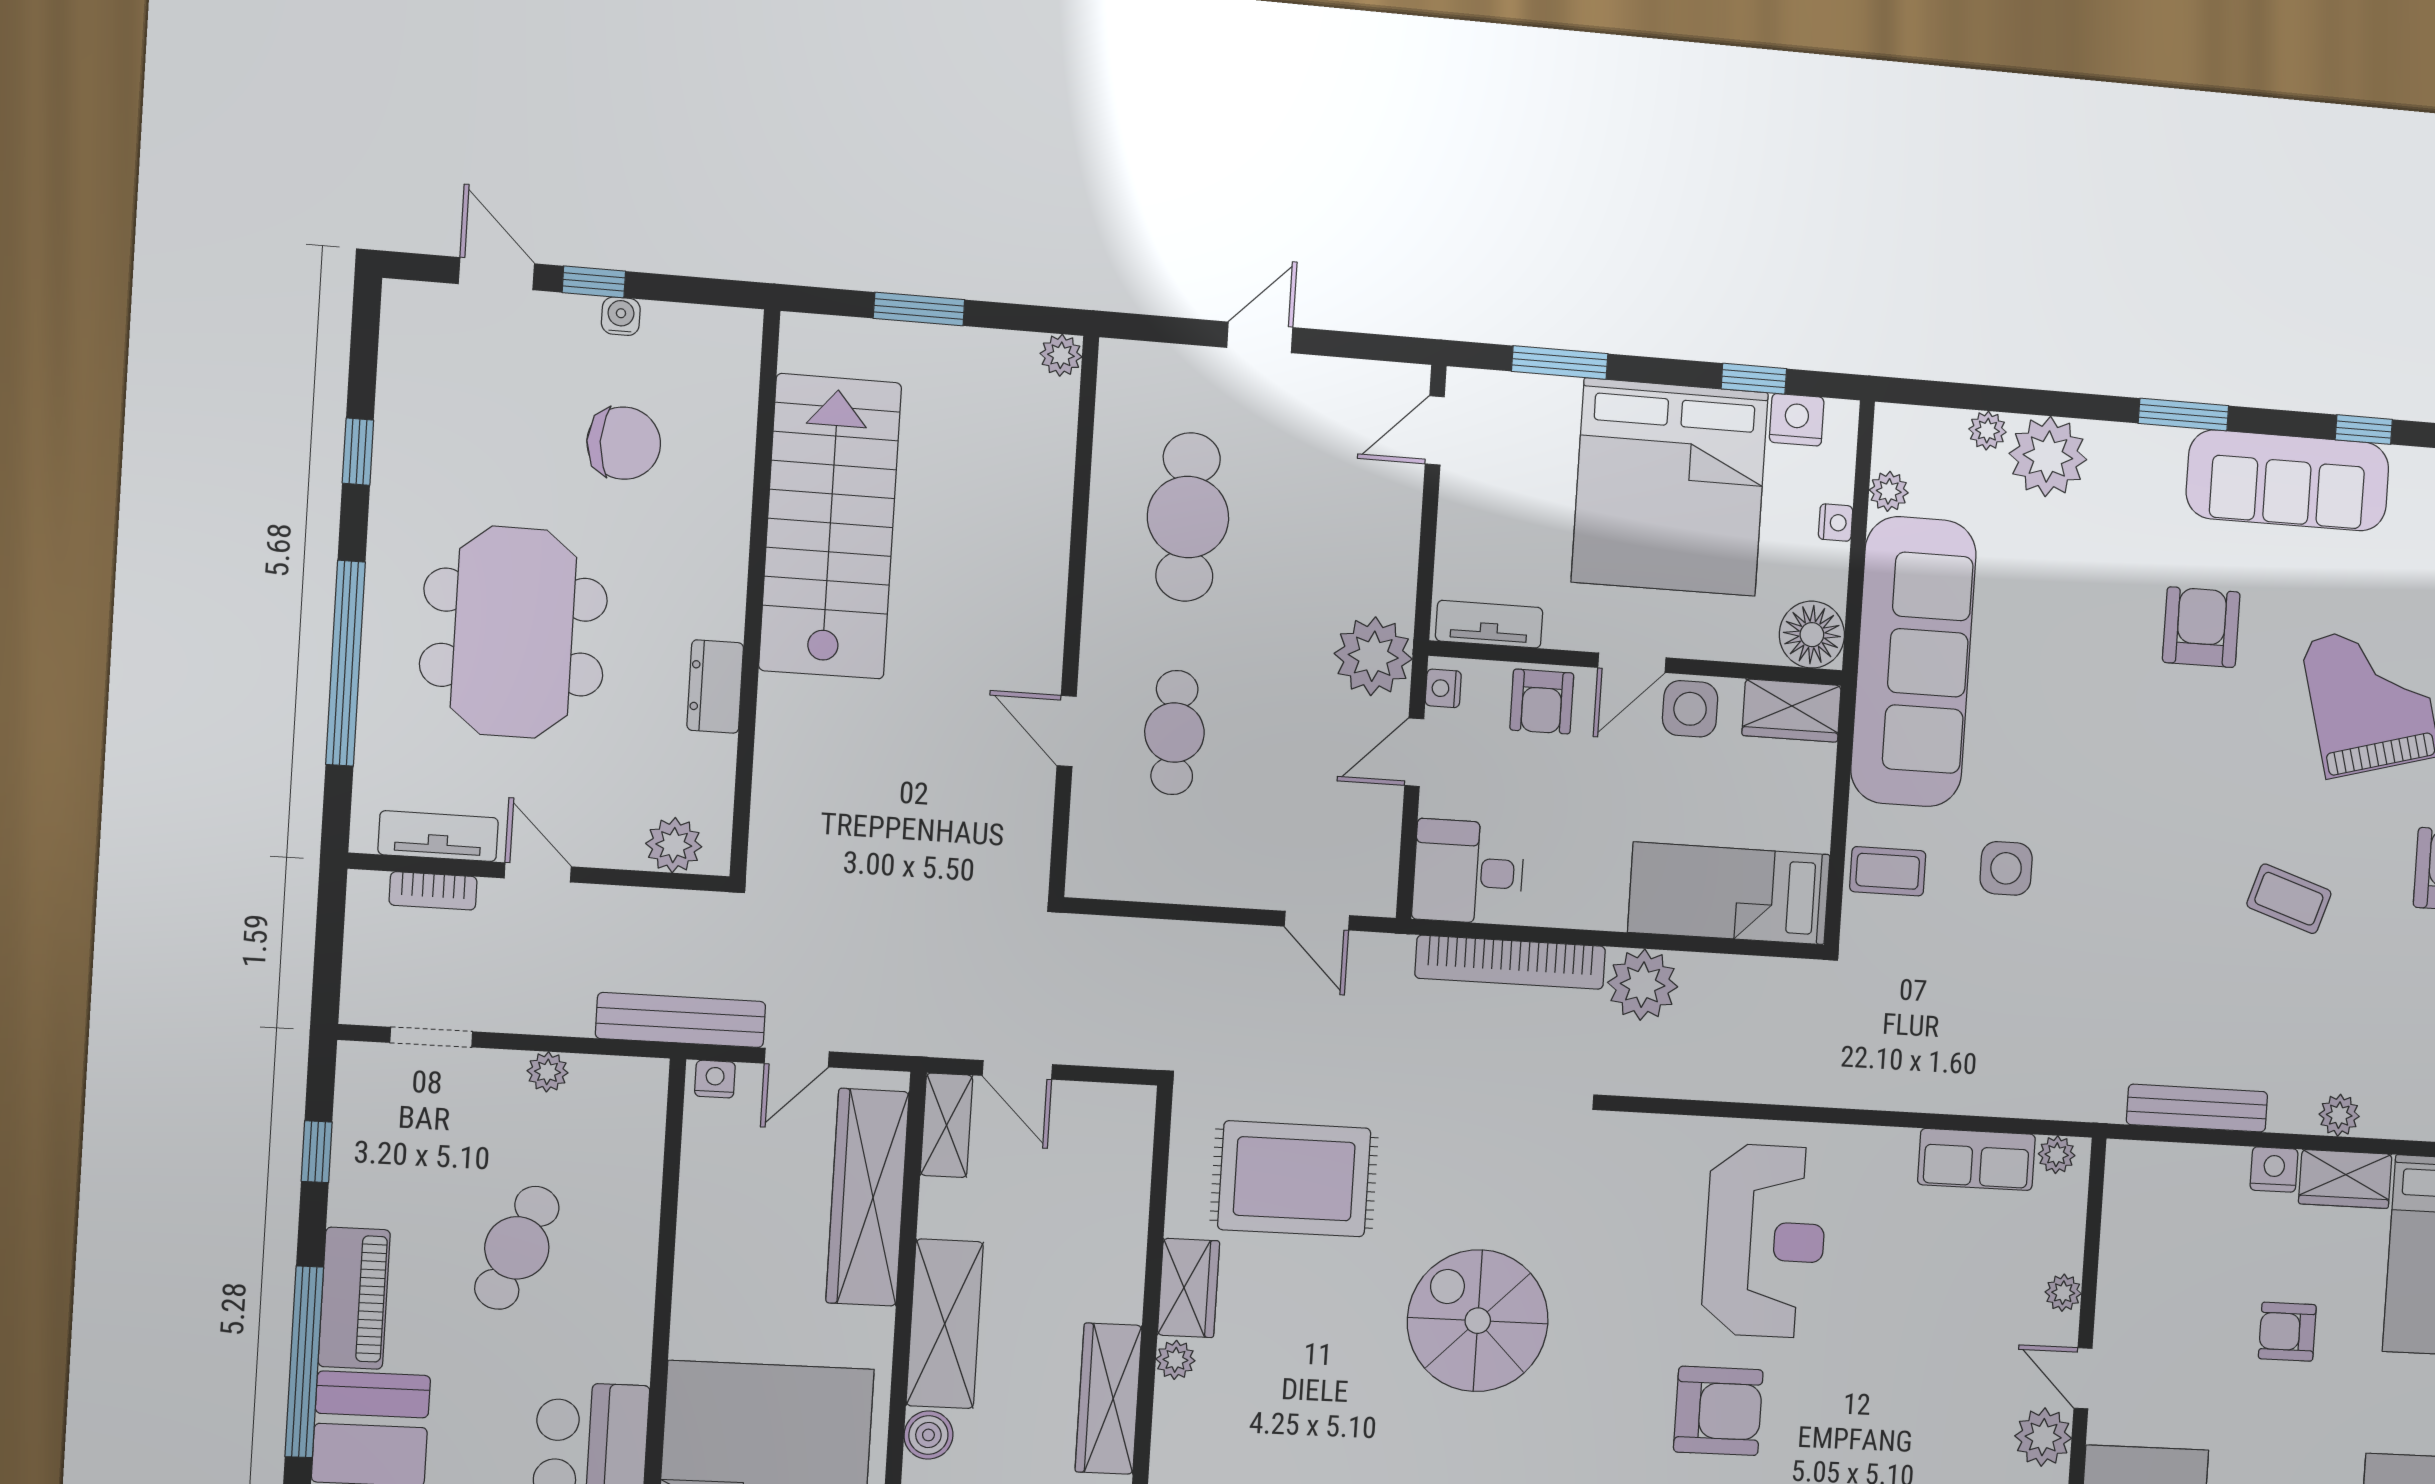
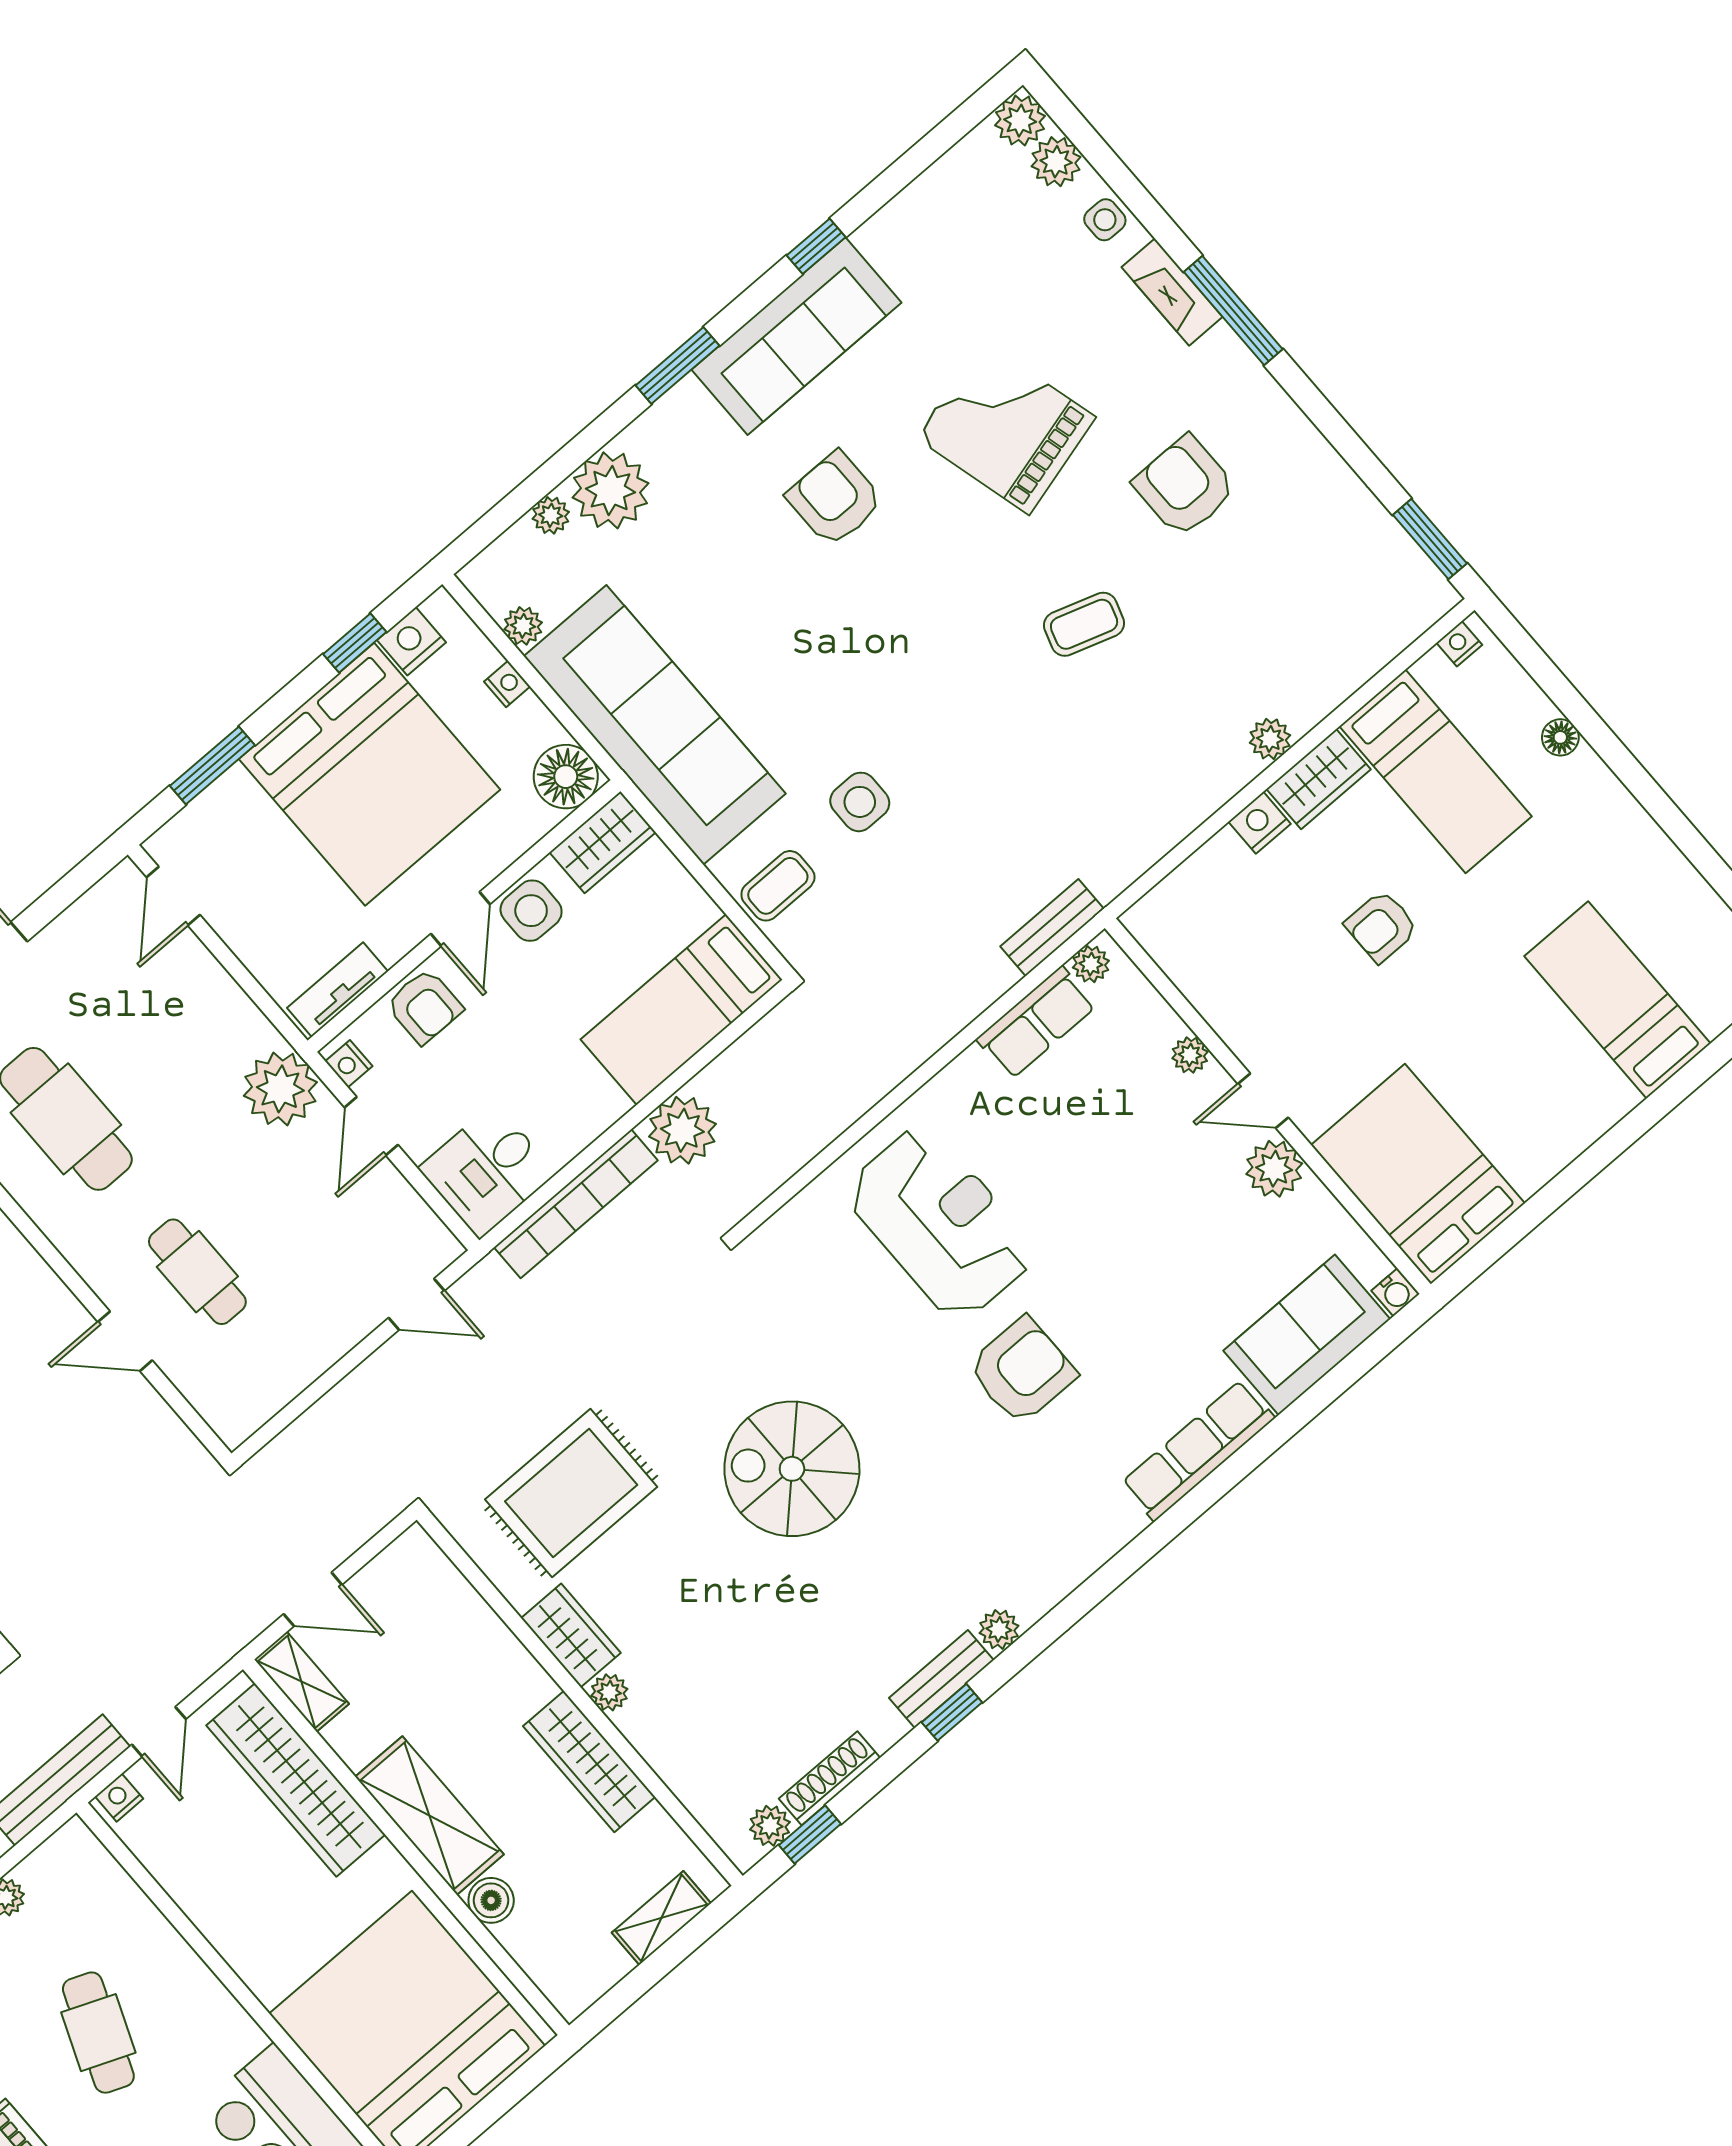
bench: (2197, 1108) -> (1052, 928), moved, width x0.73

